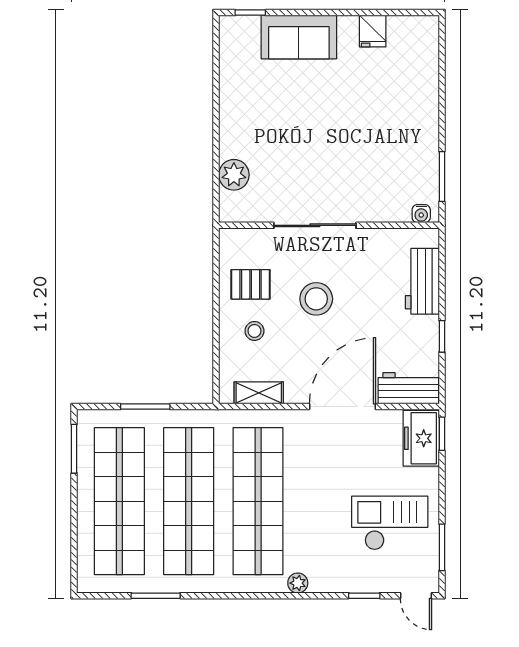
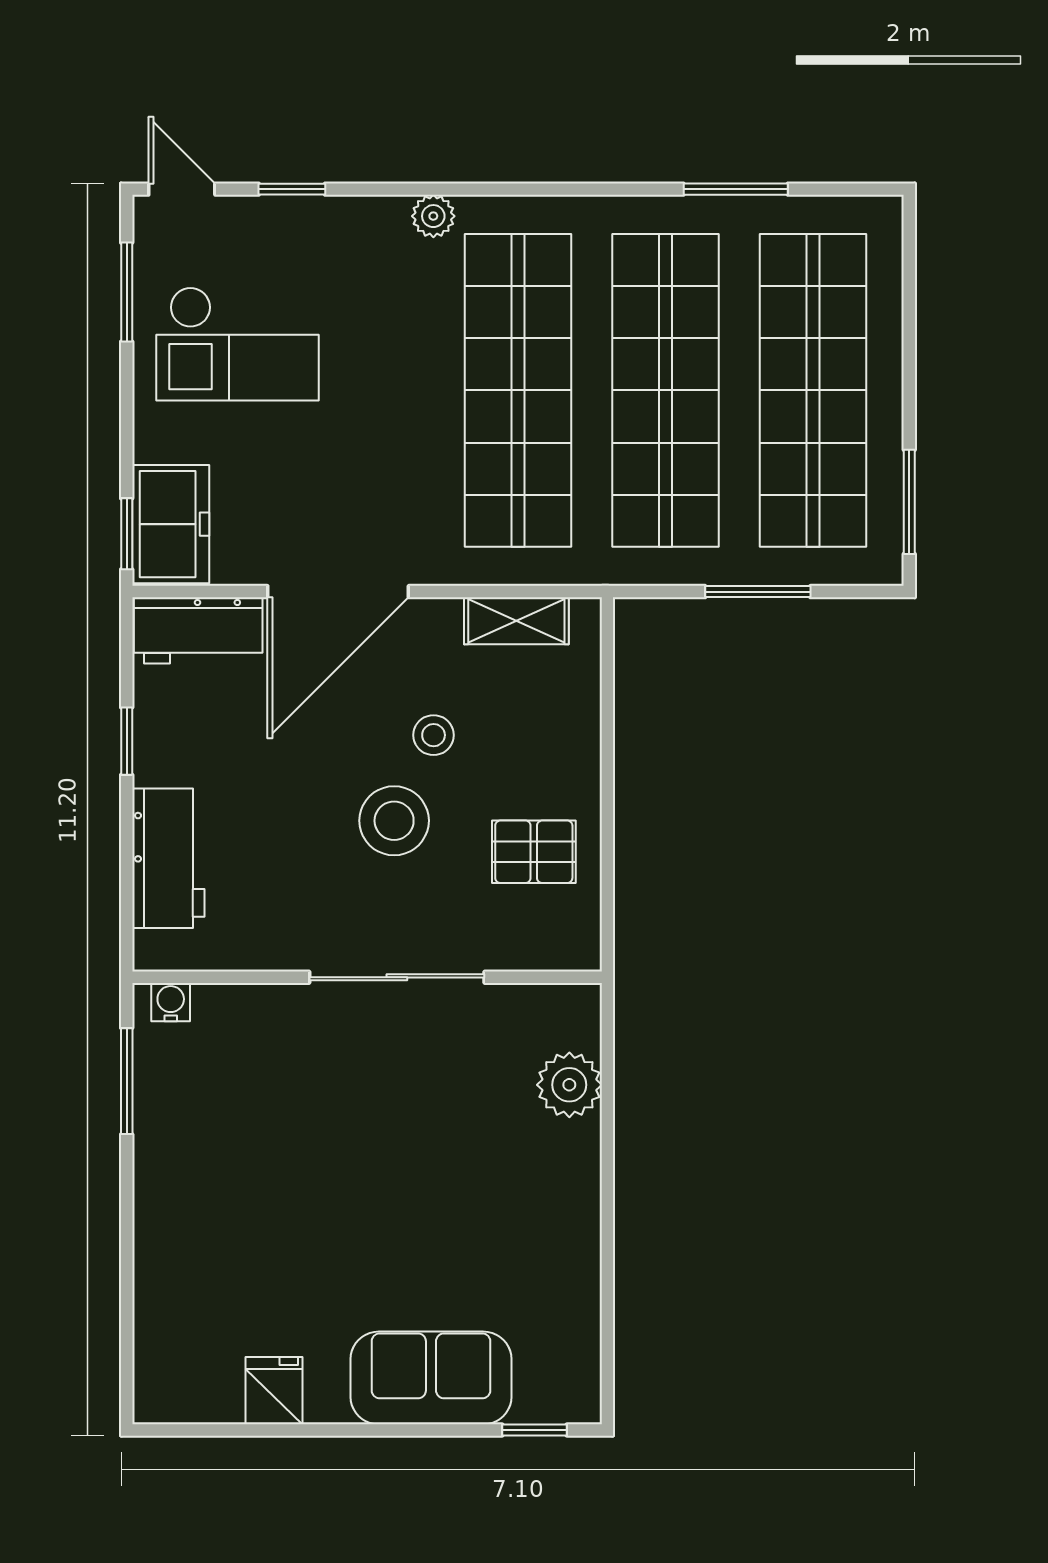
stool: (254, 331) -> (434, 735), moved

